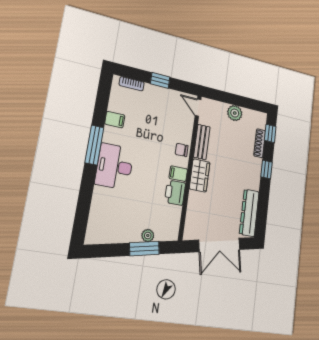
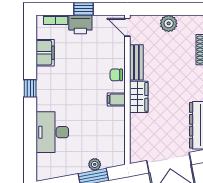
filing cabinet: (115, 120) -> (45, 53), width x2.00
window: (94, 145) -> (30, 88), width x0.46
desk: (114, 166) -> (52, 132), moved
printer: (175, 193) -> (80, 24), moved, turned -90

